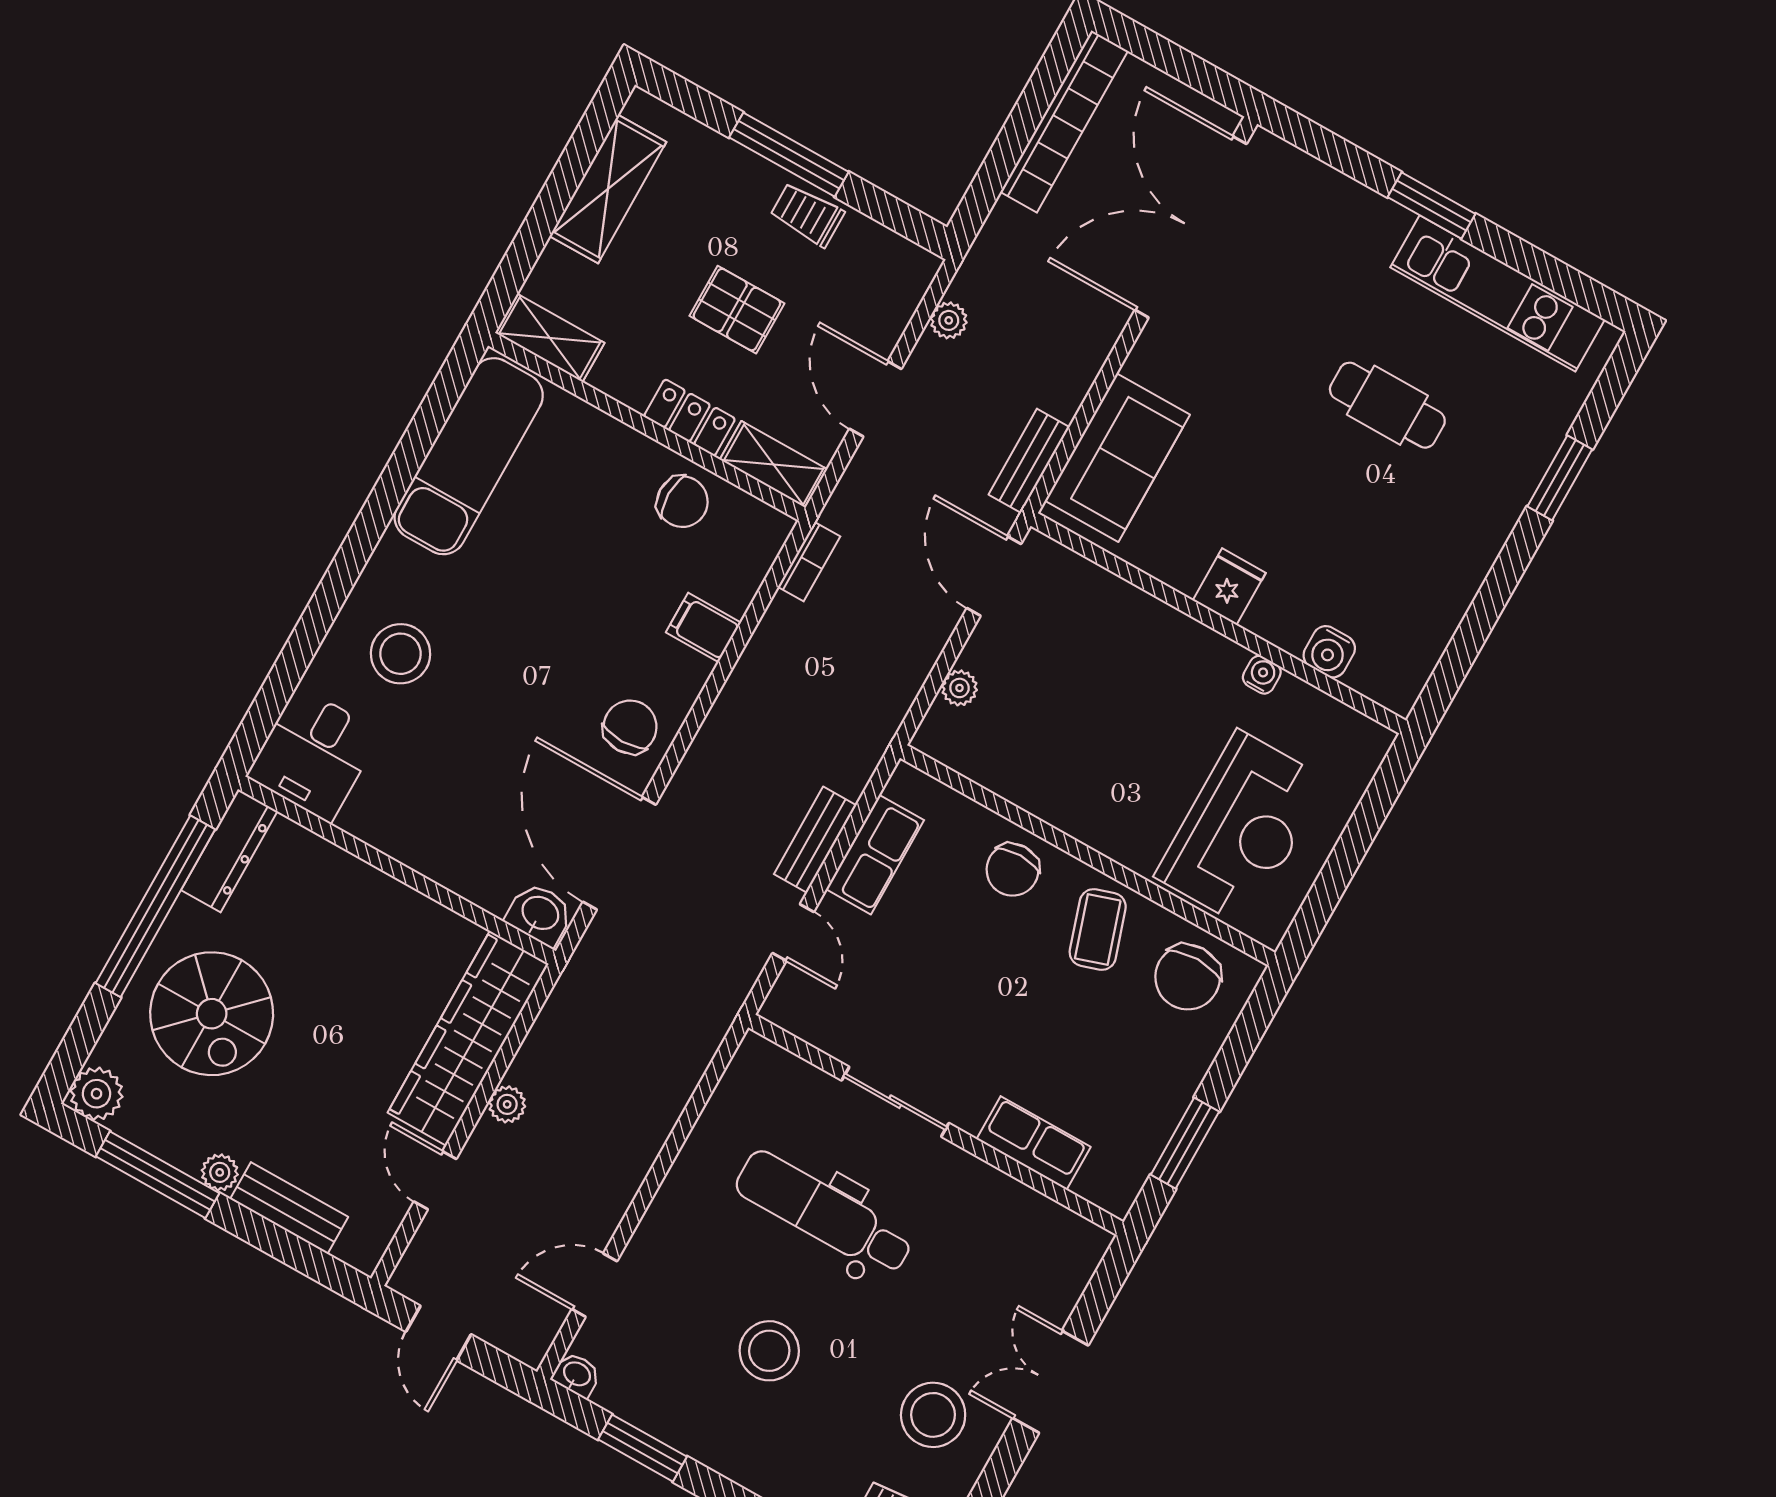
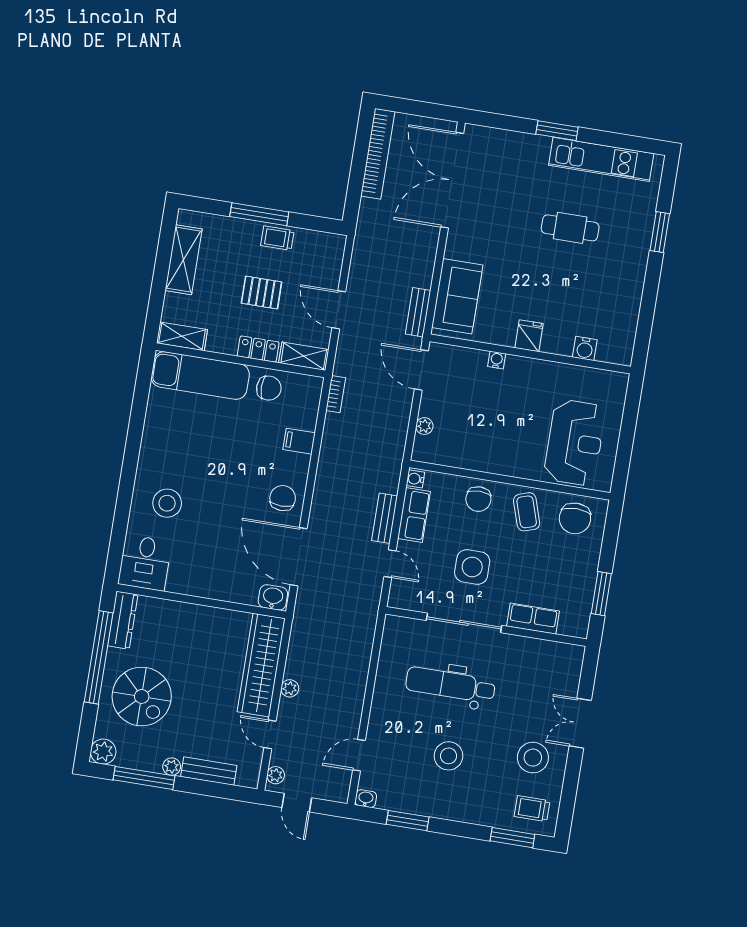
plant: (949, 320) -> (276, 775), moved
exam couch: (469, 456) -> (200, 375), moved, turned 90
water cooler: (1262, 675) -> (497, 360), moved
water cooler: (904, 785) -> (415, 479), added
side table: (952, 998) -> (472, 567), added
sliding door: (895, 1102) -> (464, 623), width x1.37

